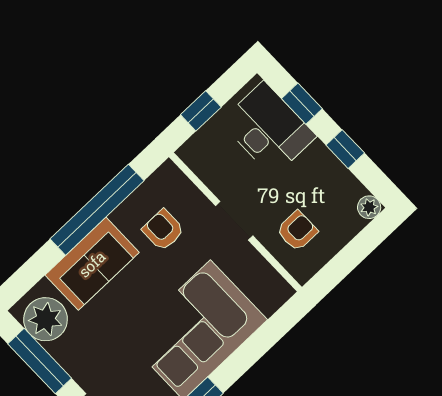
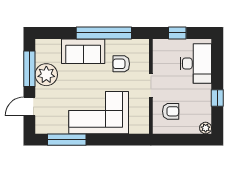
window: (302, 104) -> (217, 66), removed
armchair: (163, 230) -> (121, 64), turned -90
plant: (46, 319) -> (46, 75), moved

